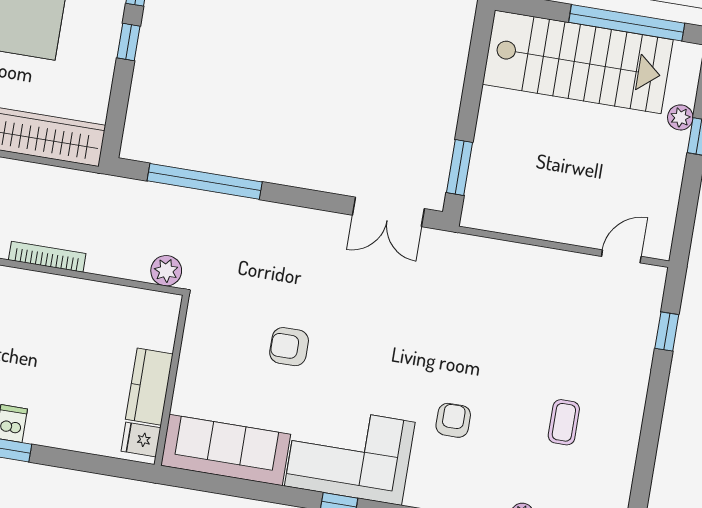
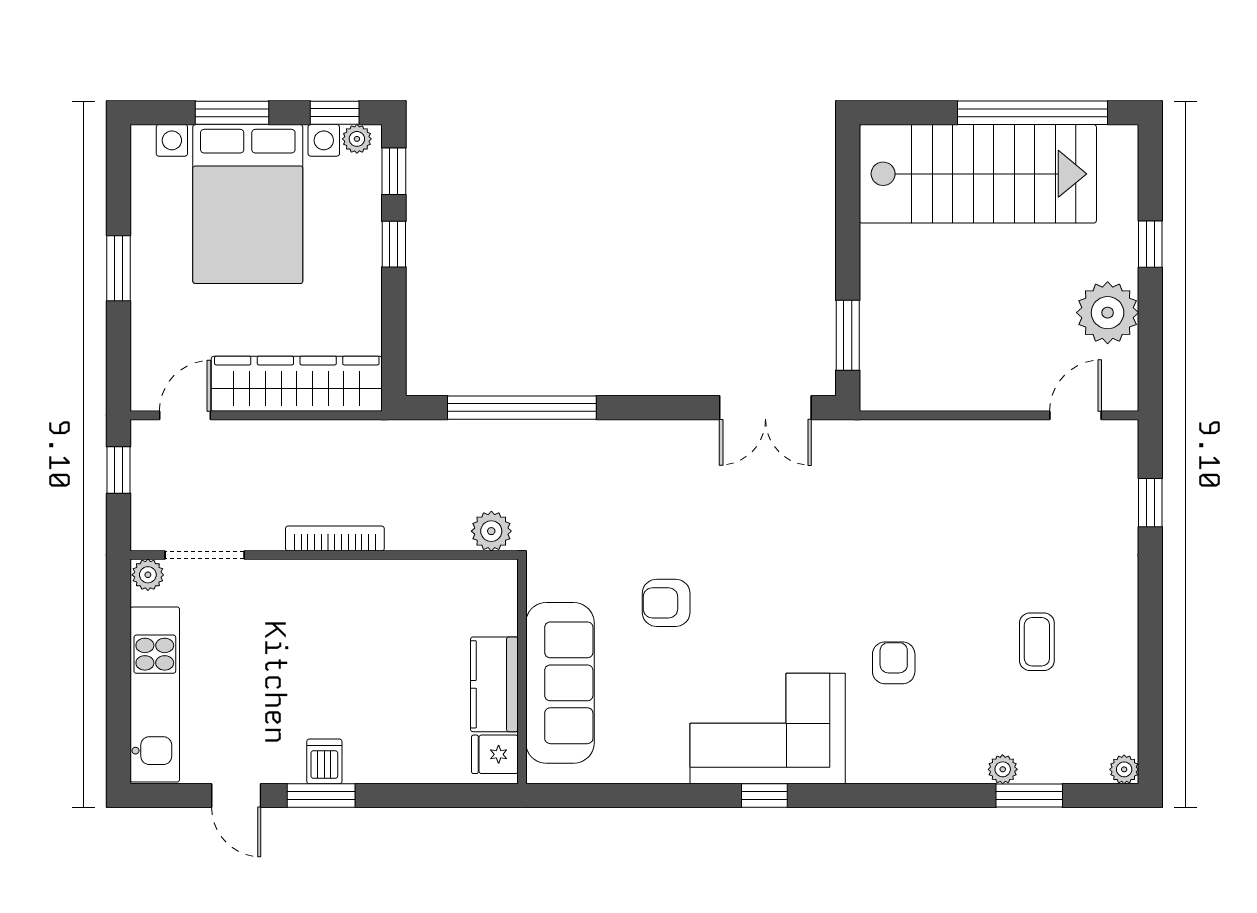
plant: (680, 117) -> (1108, 313), moved, width x1.88, depth x1.88
sofa: (226, 450) -> (560, 683), moved, turned 90

